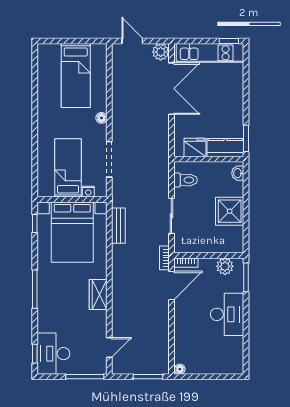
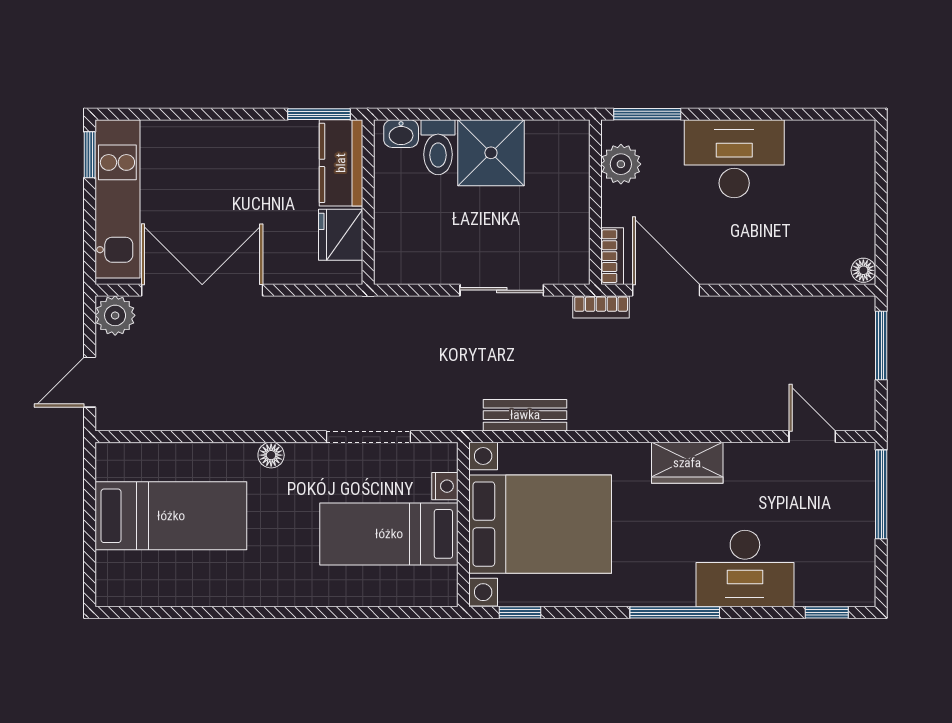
toilet: (186, 180) -> (438, 147), moved, turned 180
desk: (53, 354) -> (745, 569), moved

